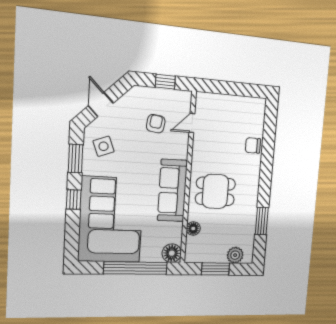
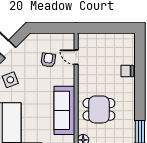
window: (165, 82) -> (53, 28), removed
door: (192, 123) -> (76, 57), hinge flipped

